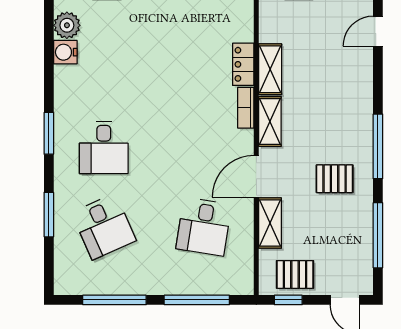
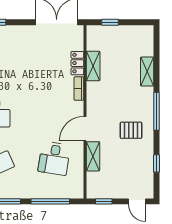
door: (378, 31) -> (156, 44), removed
shelving: (270, 121) -> (147, 72), moved
window: (378, 235) -> (156, 163), width x0.46
pallet: (295, 274) -> (108, 186), removed

